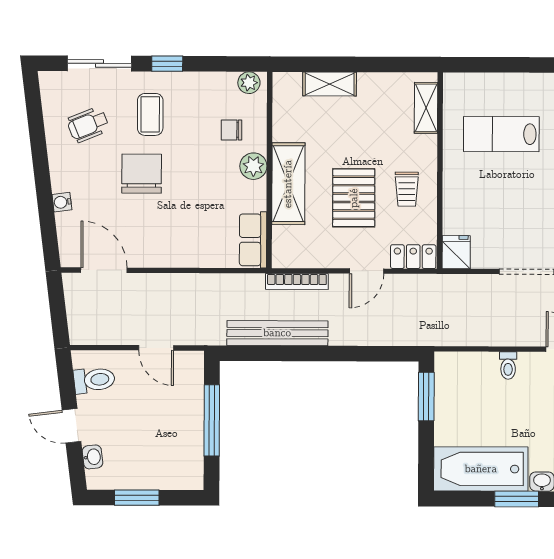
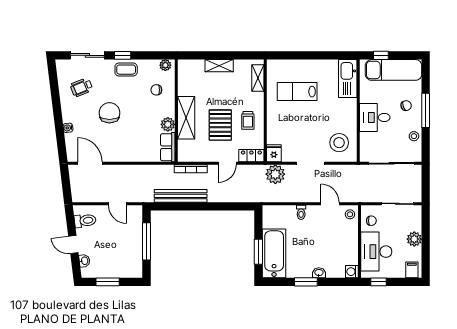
shelving: (330, 84) -> (219, 66), moved
coffee table: (150, 114) -> (126, 70), moved, turned 90
plant: (253, 166) -> (168, 124), moved
plant: (459, 292) -> (275, 174), added
window: (426, 397) -> (258, 252), moved
bathtub: (481, 469) -> (274, 253), moved, turned 90

